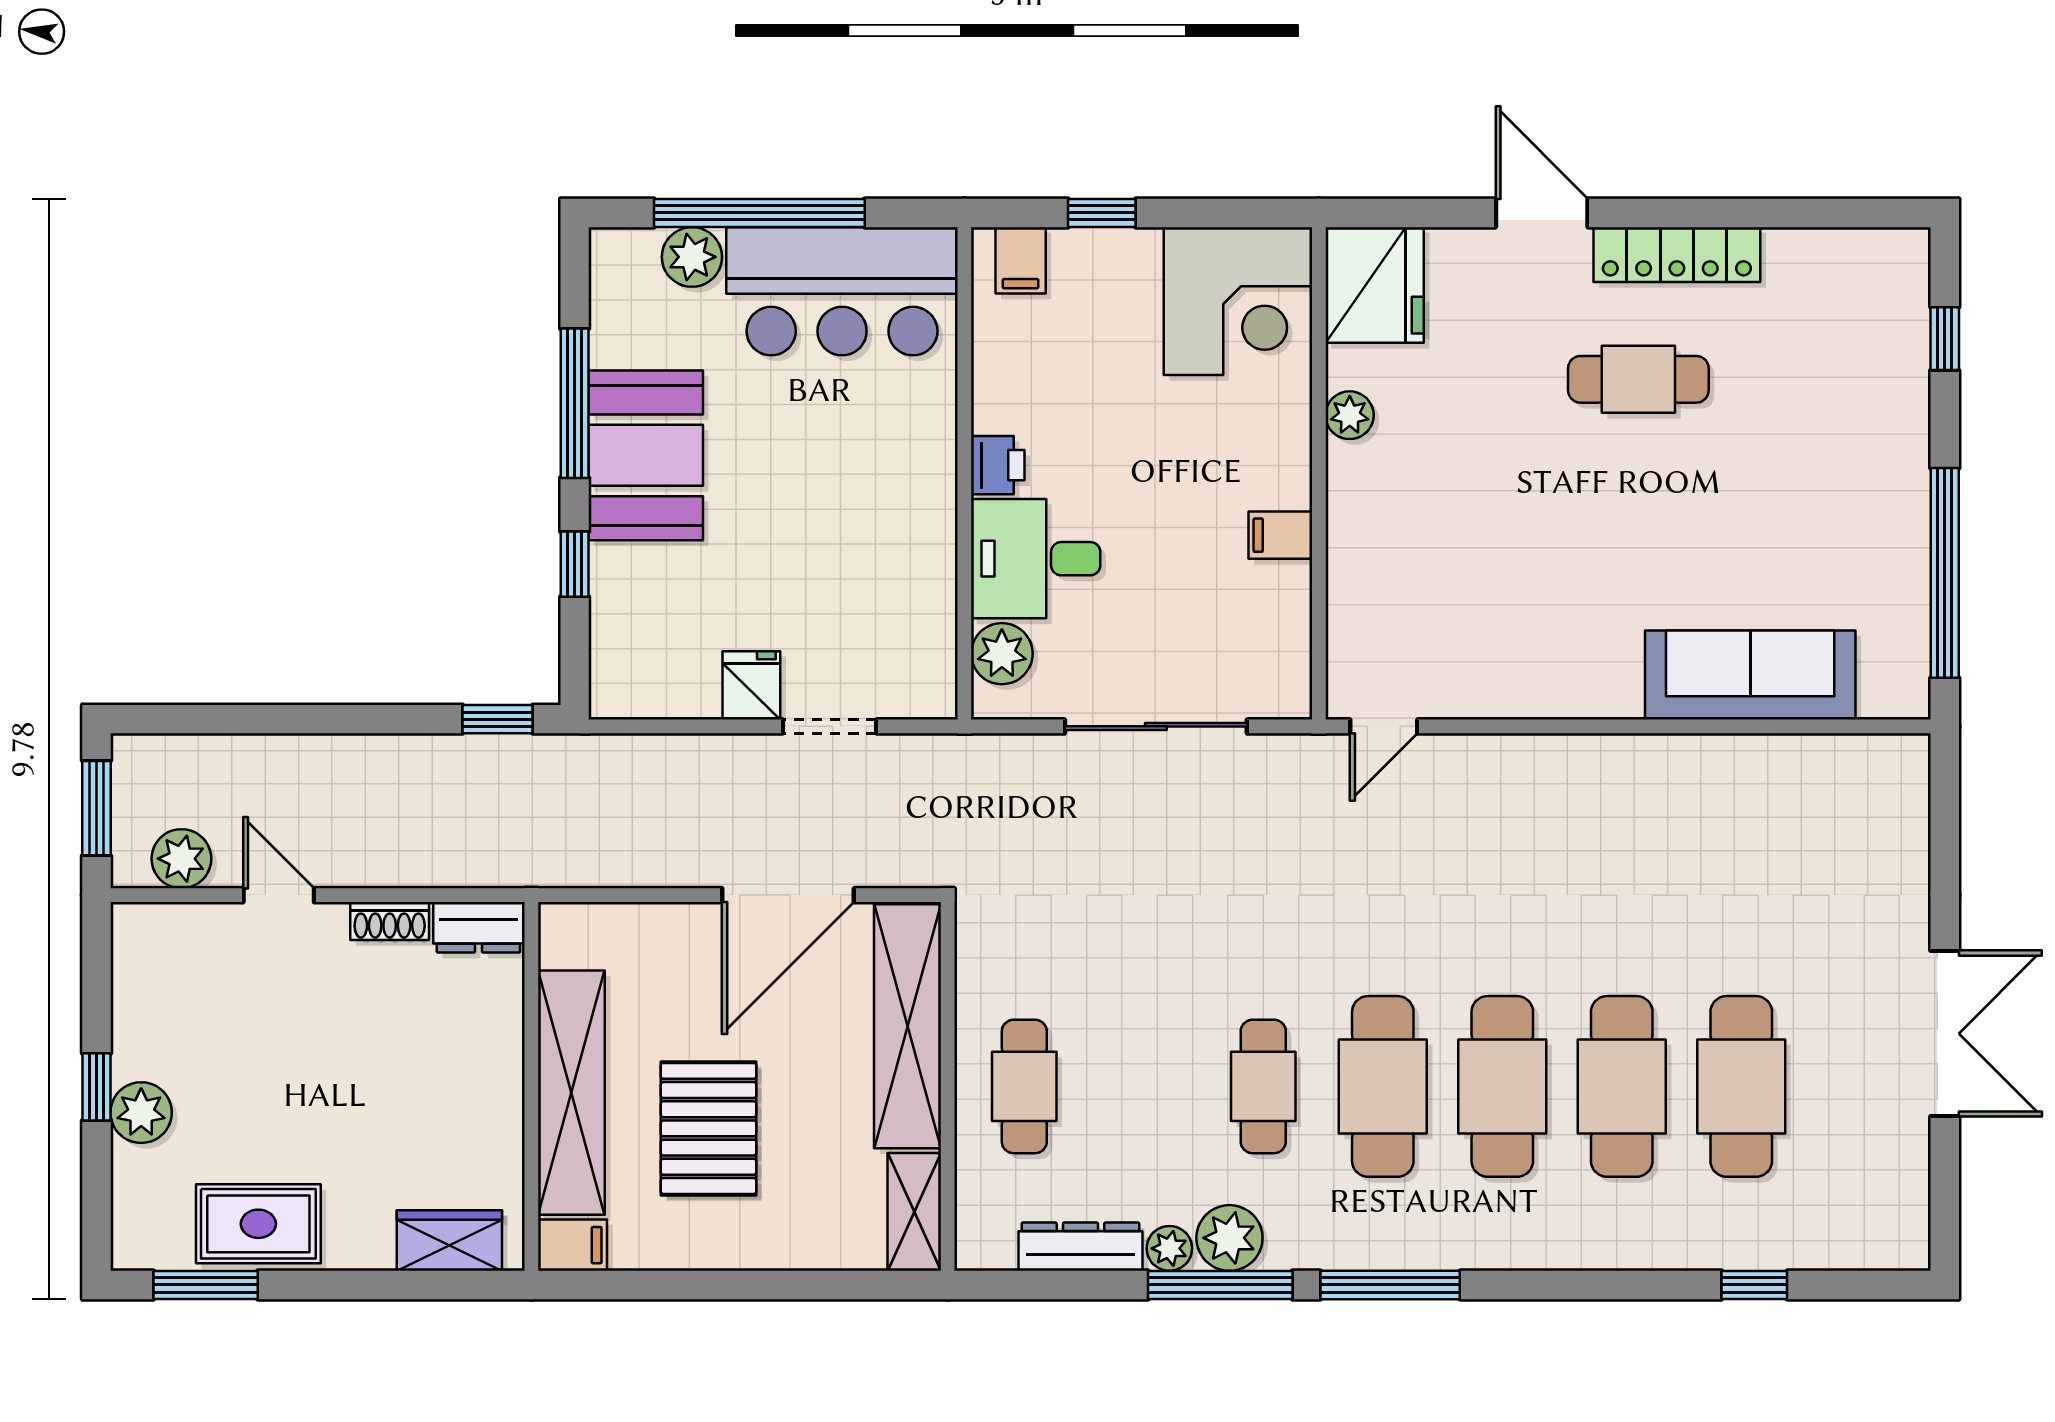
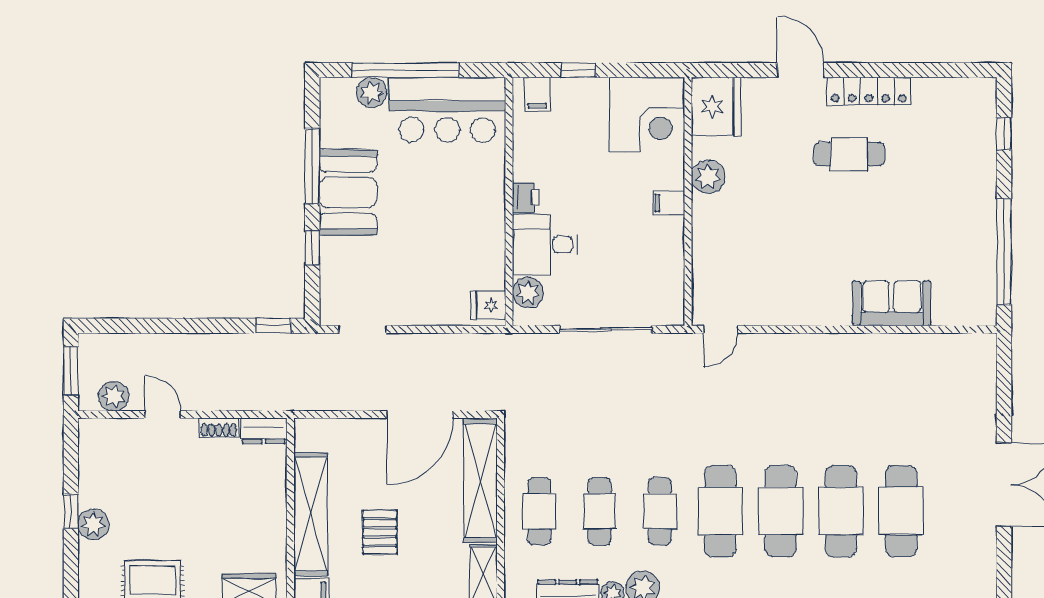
plant: (1350, 415) -> (708, 177), width x1.38, depth x1.38
filing cabinet: (1280, 535) -> (669, 203), moved
sofa: (1750, 675) -> (892, 303), width x0.73
fridge: (751, 685) -> (488, 305), moved, turned -90
doorway: (830, 726) -> (363, 329), moved
cafe table: (1144, 1086) -> (600, 511), added
pallet: (709, 1128) -> (380, 532), width x0.67, depth x0.71

